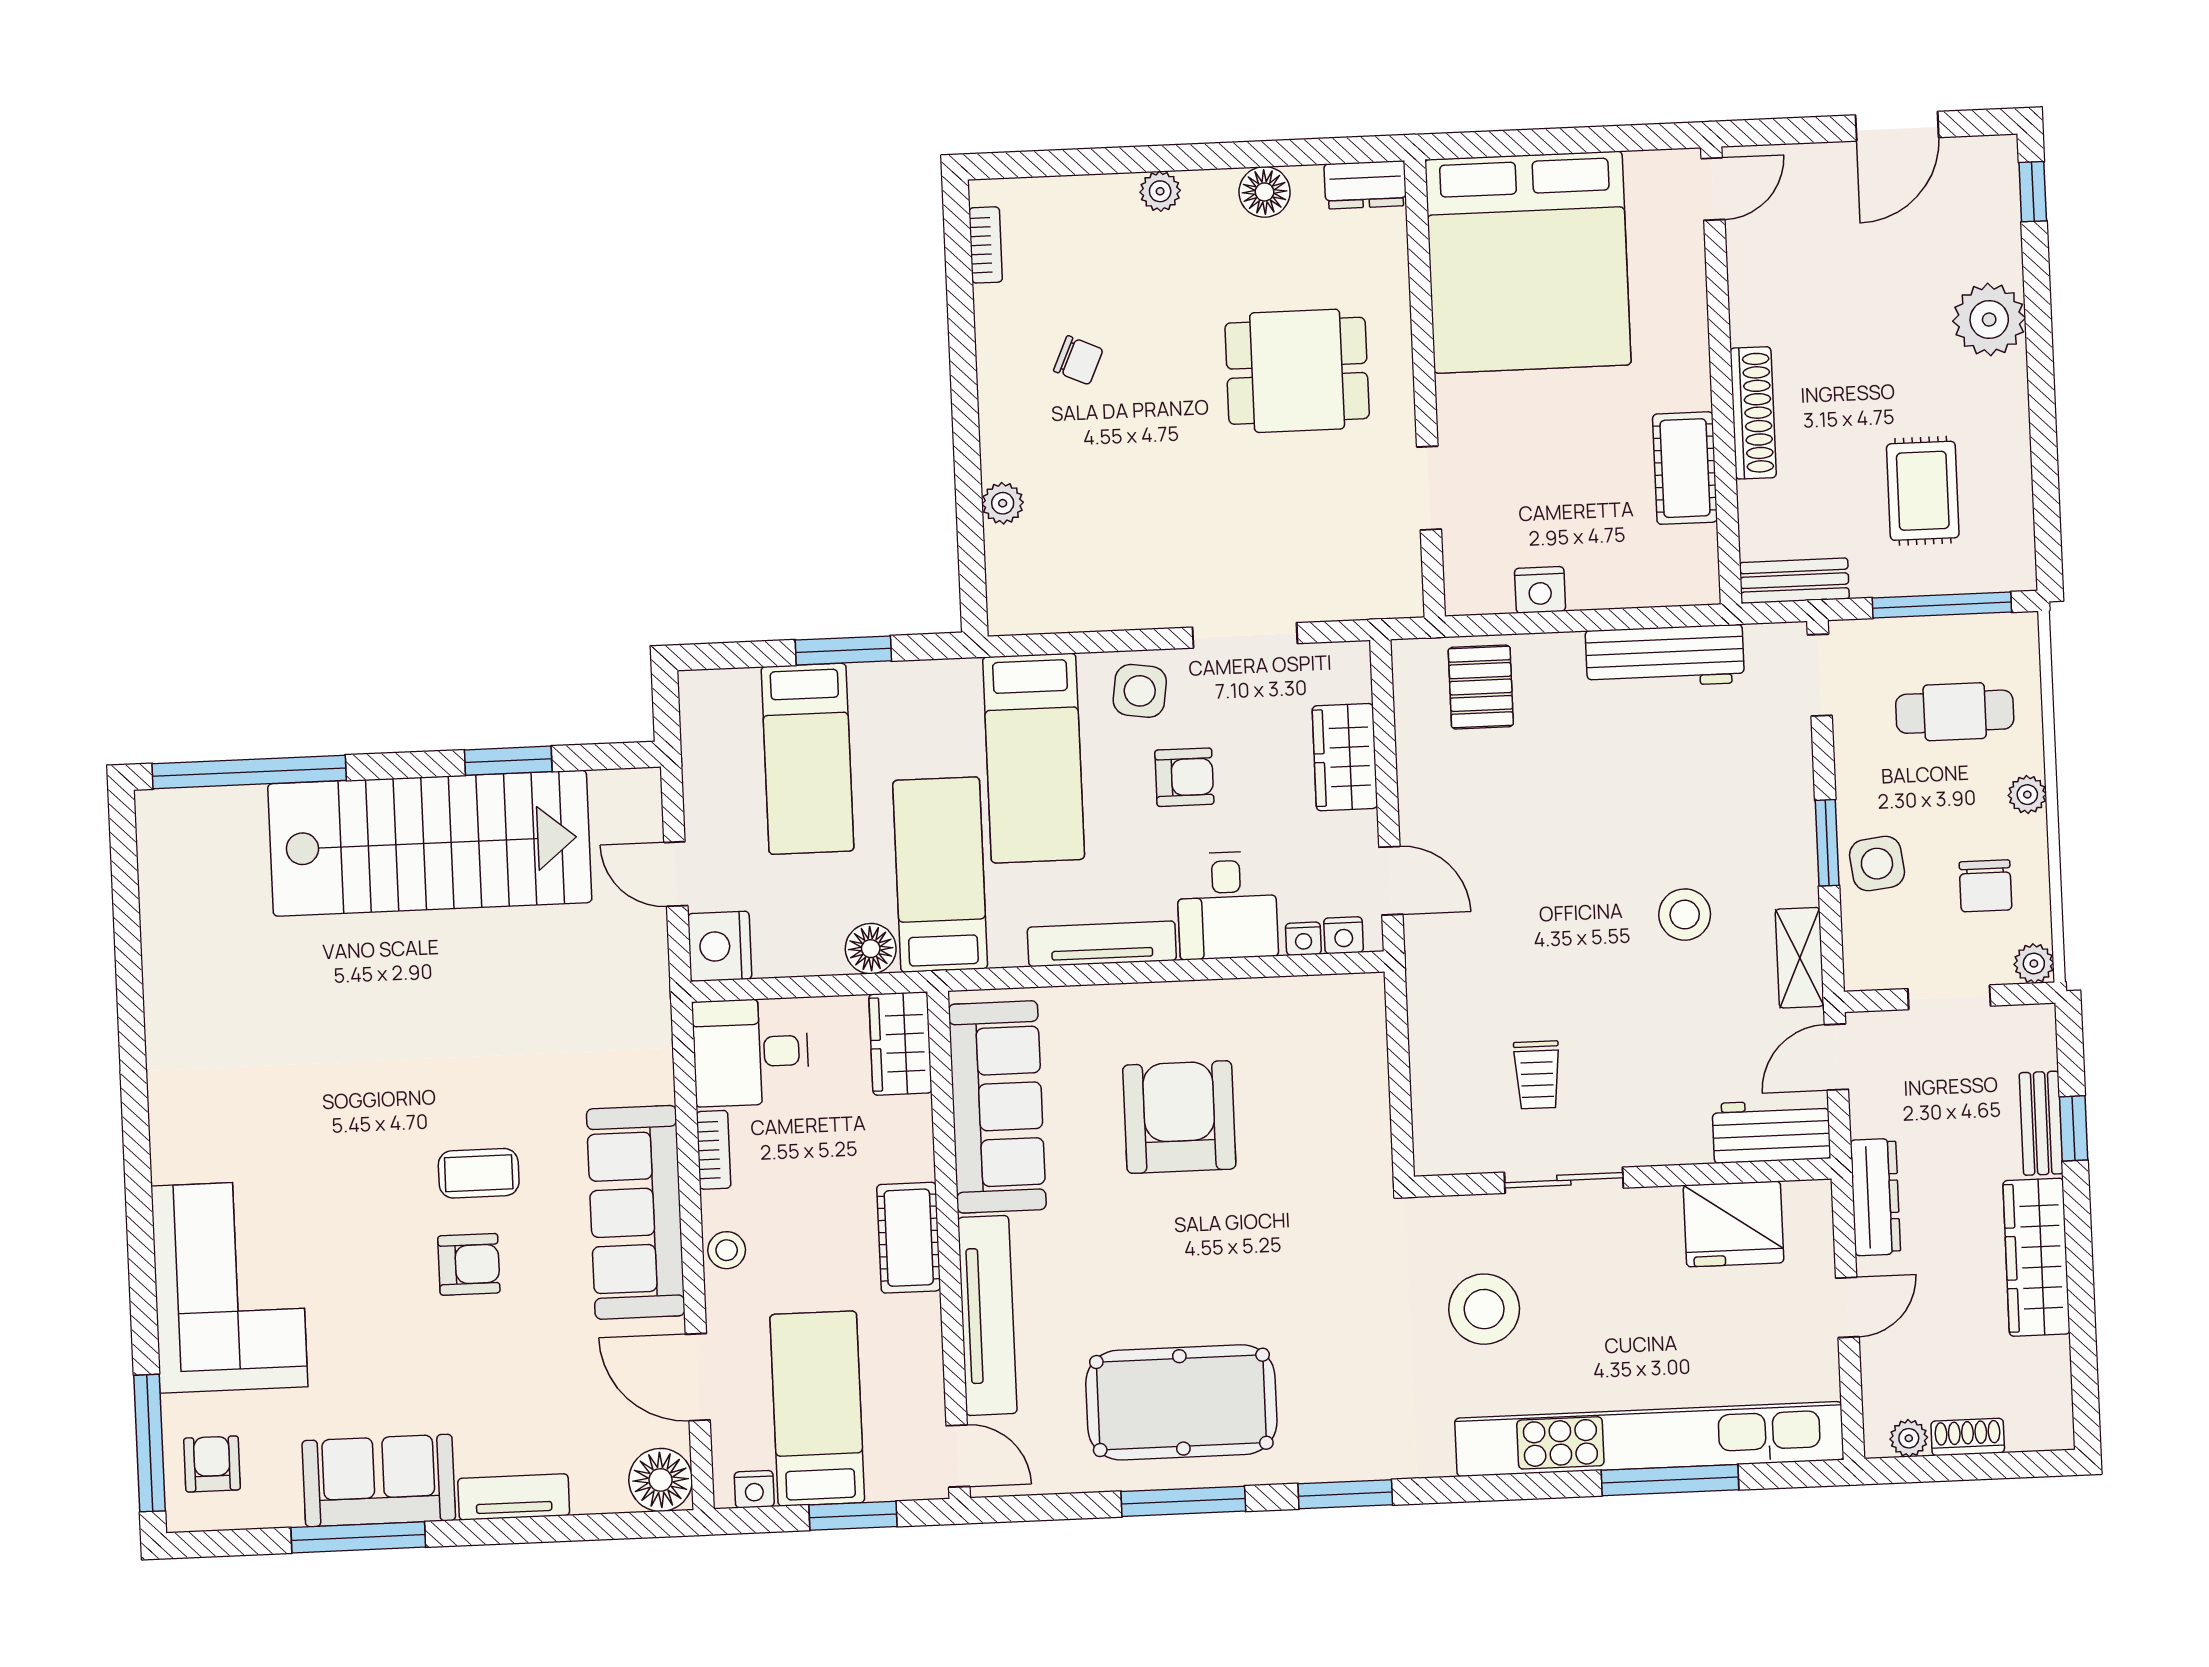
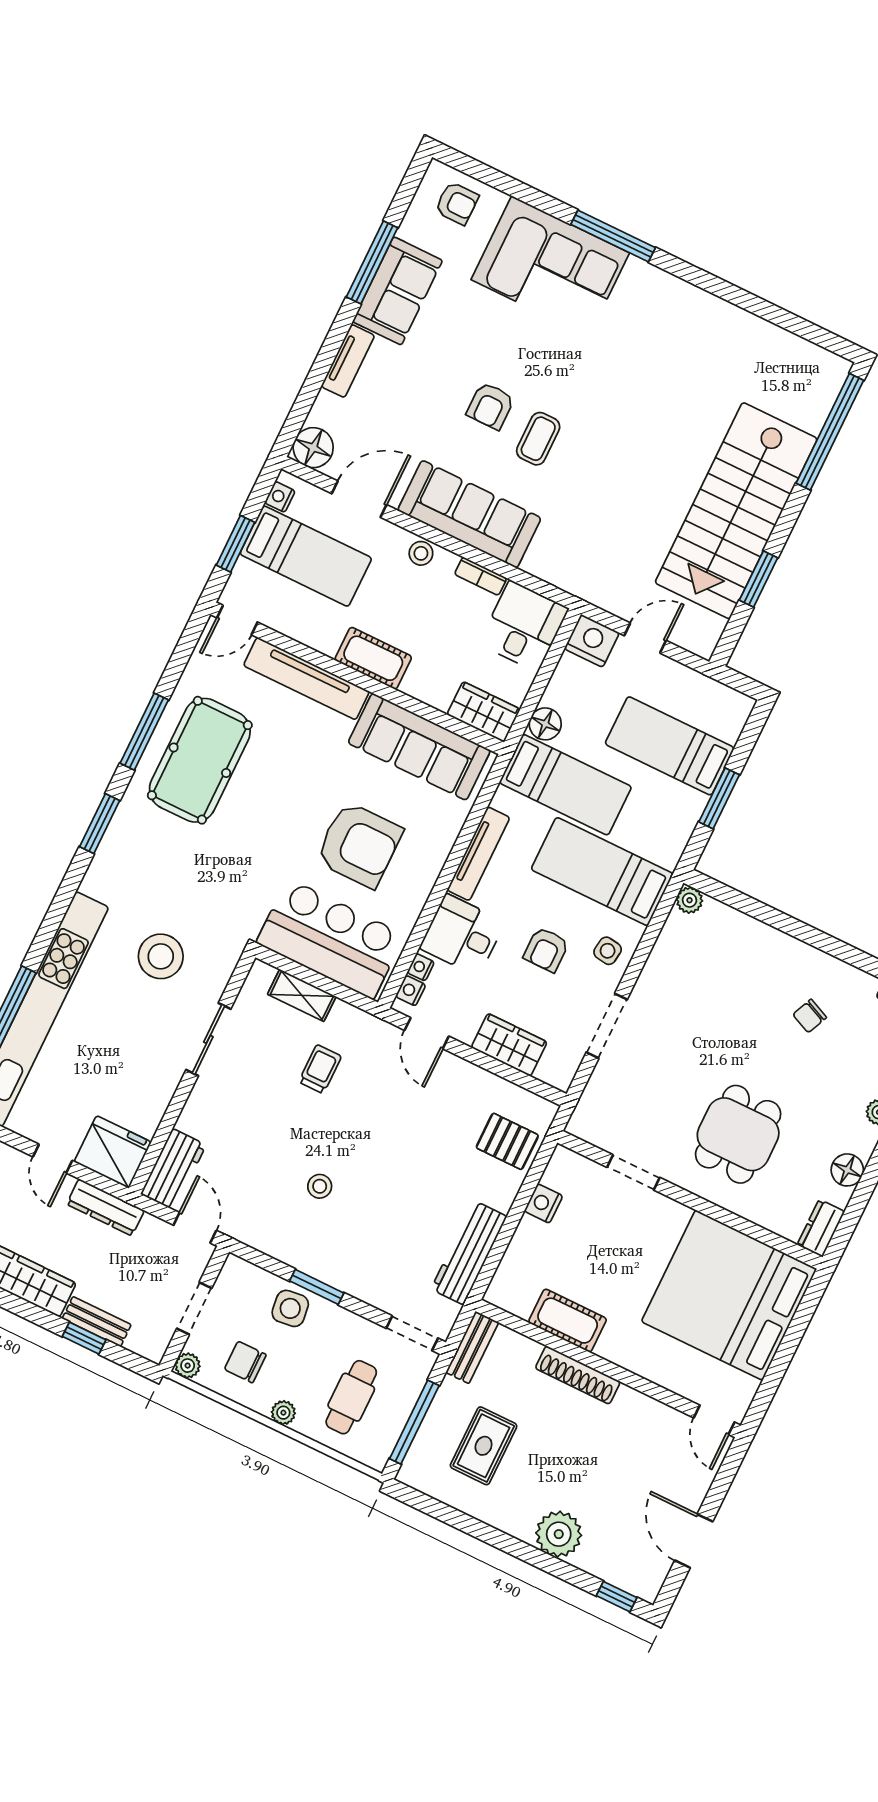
rug: (1923, 491) -> (484, 1446), turned 90
plant: (1003, 503) -> (689, 900), moved
side table: (1140, 691) -> (608, 951), width x0.73, depth x0.73
door: (1391, 881) -> (427, 1033), hinge flipped
stool: (1685, 915) -> (320, 1186), width x0.73, depth x0.73
shelving: (1800, 958) -> (302, 995), moved
trolley: (1537, 1075) -> (320, 1069), moved, turned 90
bar counter: (1332, 1086) -> (330, 939), added
fridge: (1733, 1224) -> (113, 1152), moved, turned 90
window: (150, 1443) -> (613, 236), moved

